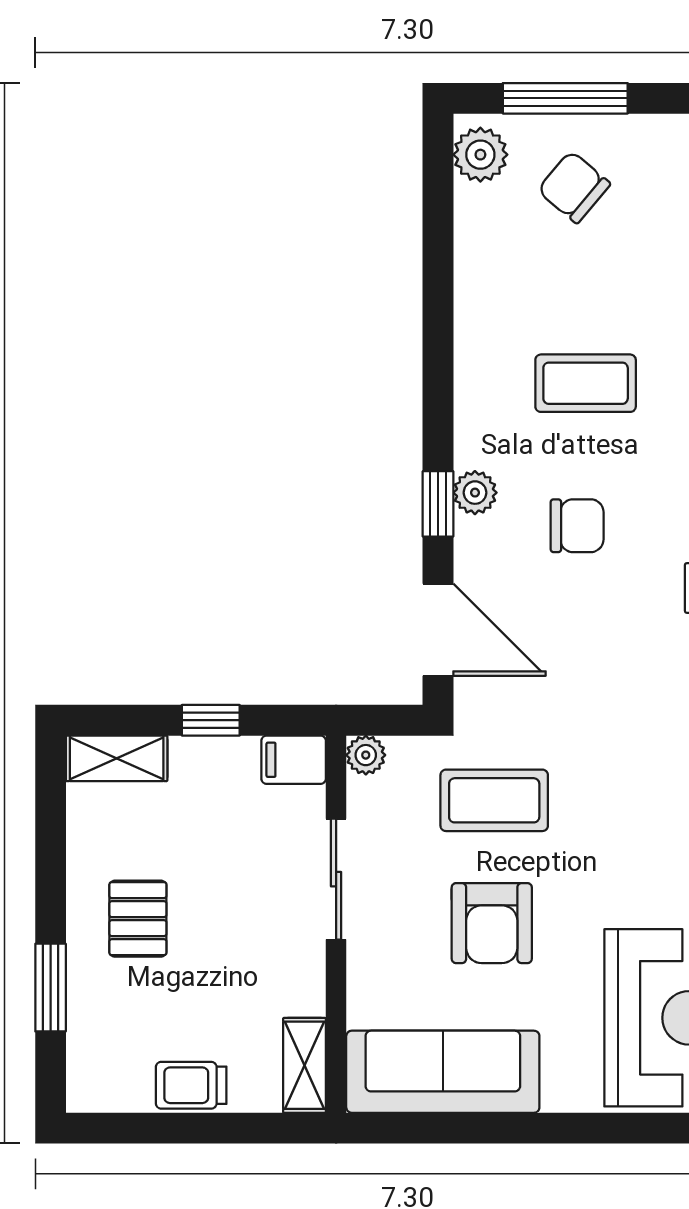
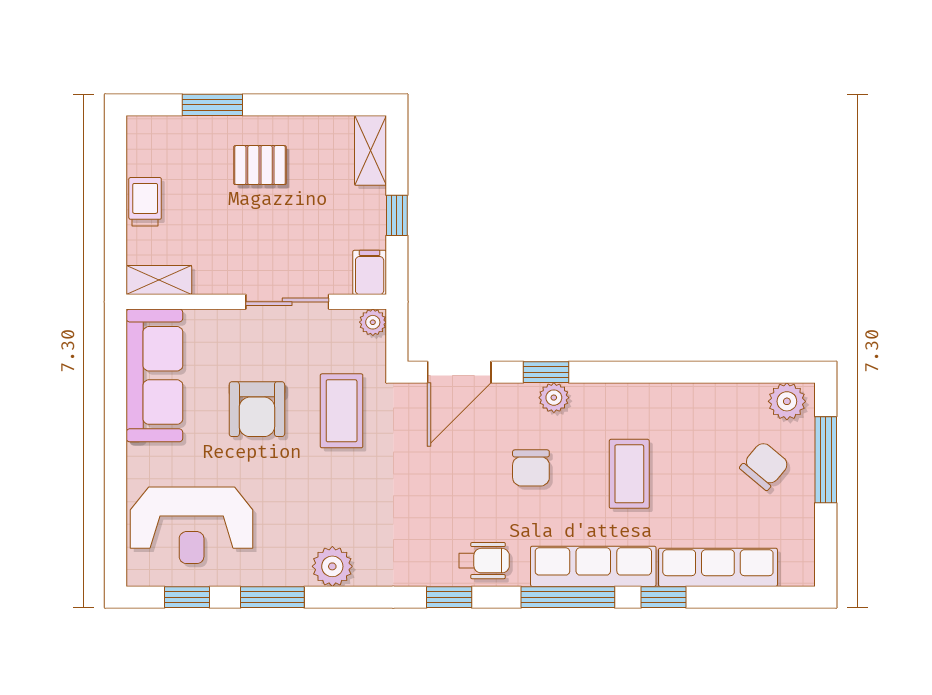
armchair: (492, 923) -> (257, 409), turned -90

